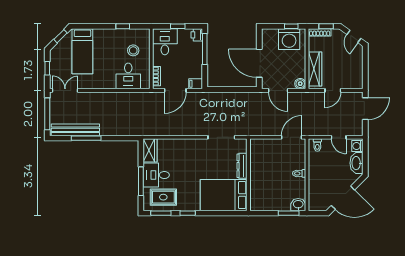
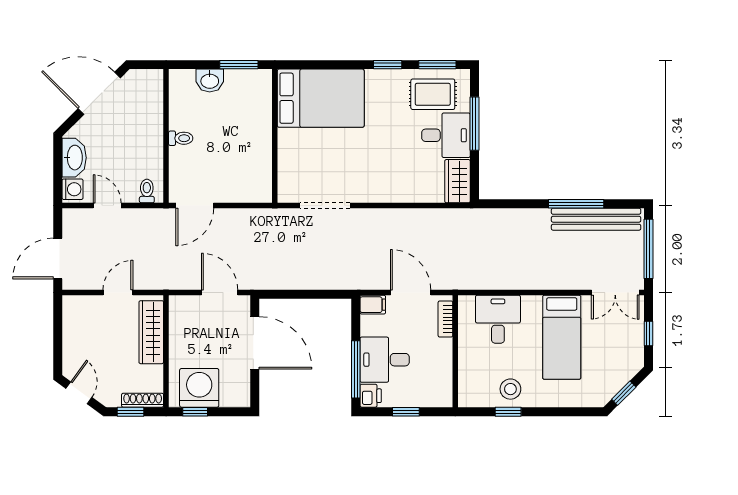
desk: (165, 42) -> (385, 360), moved, turned 90
stool: (133, 50) -> (510, 389), moved
bed: (82, 51) -> (562, 337), moved, turned 180
boiler: (300, 84) -> (179, 305), removed
door: (175, 90) -> (411, 293), hinge flipped
dresser: (242, 166) -> (287, 152), removed
washbasin: (298, 205) -> (210, 81), moved
window: (289, 213) -> (239, 65), moved

